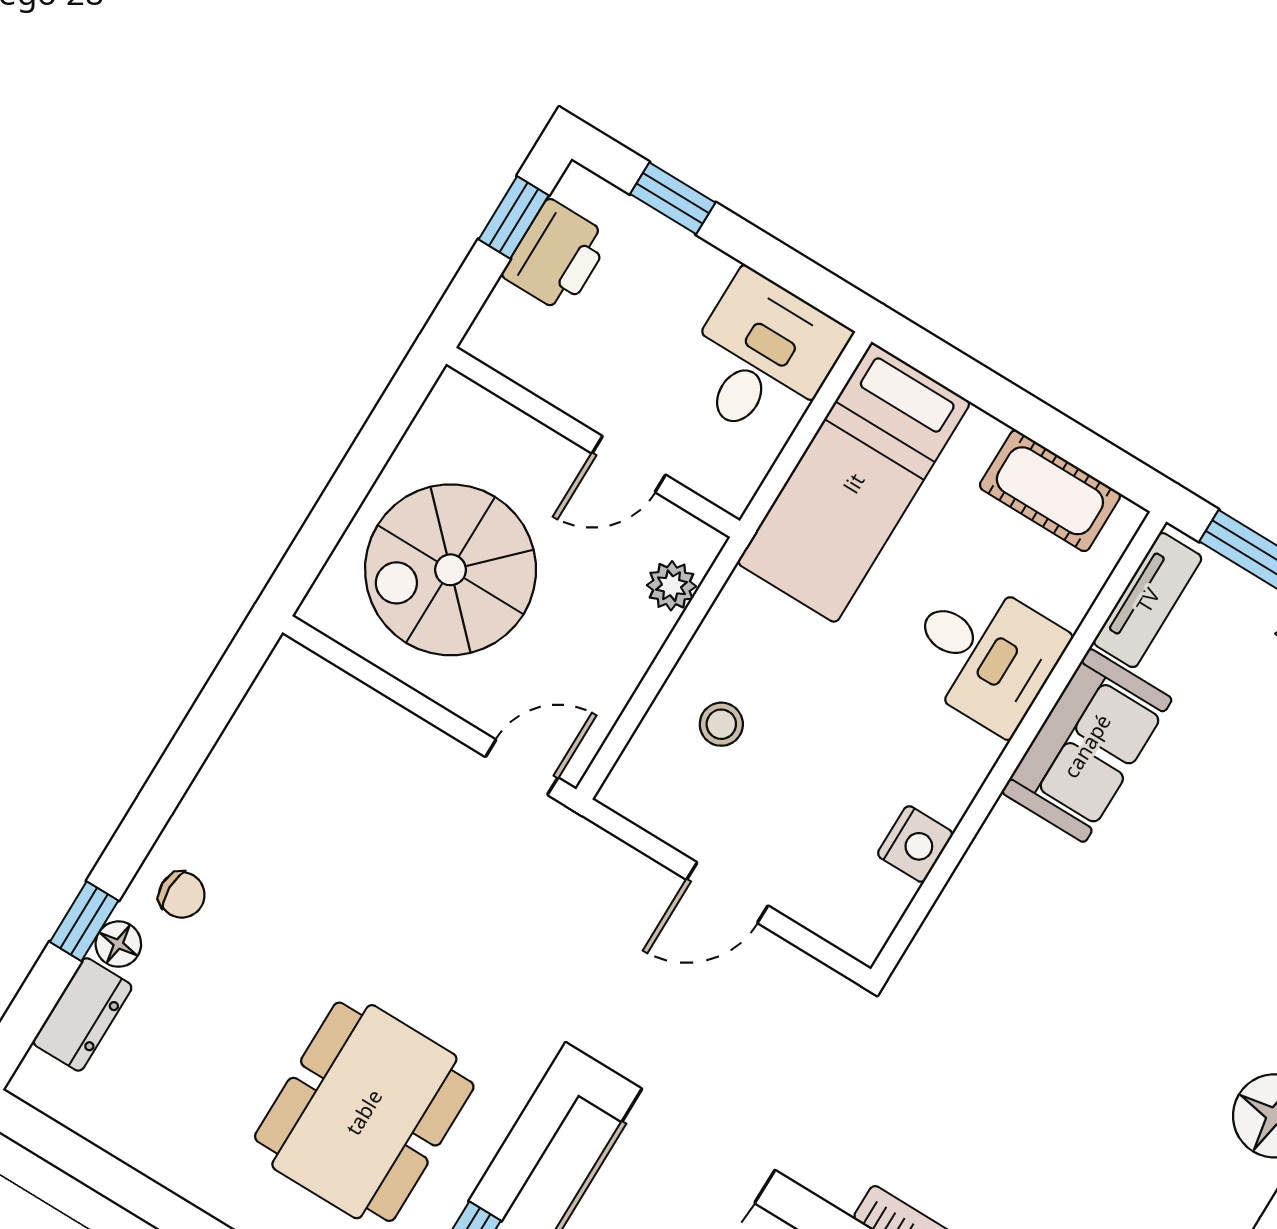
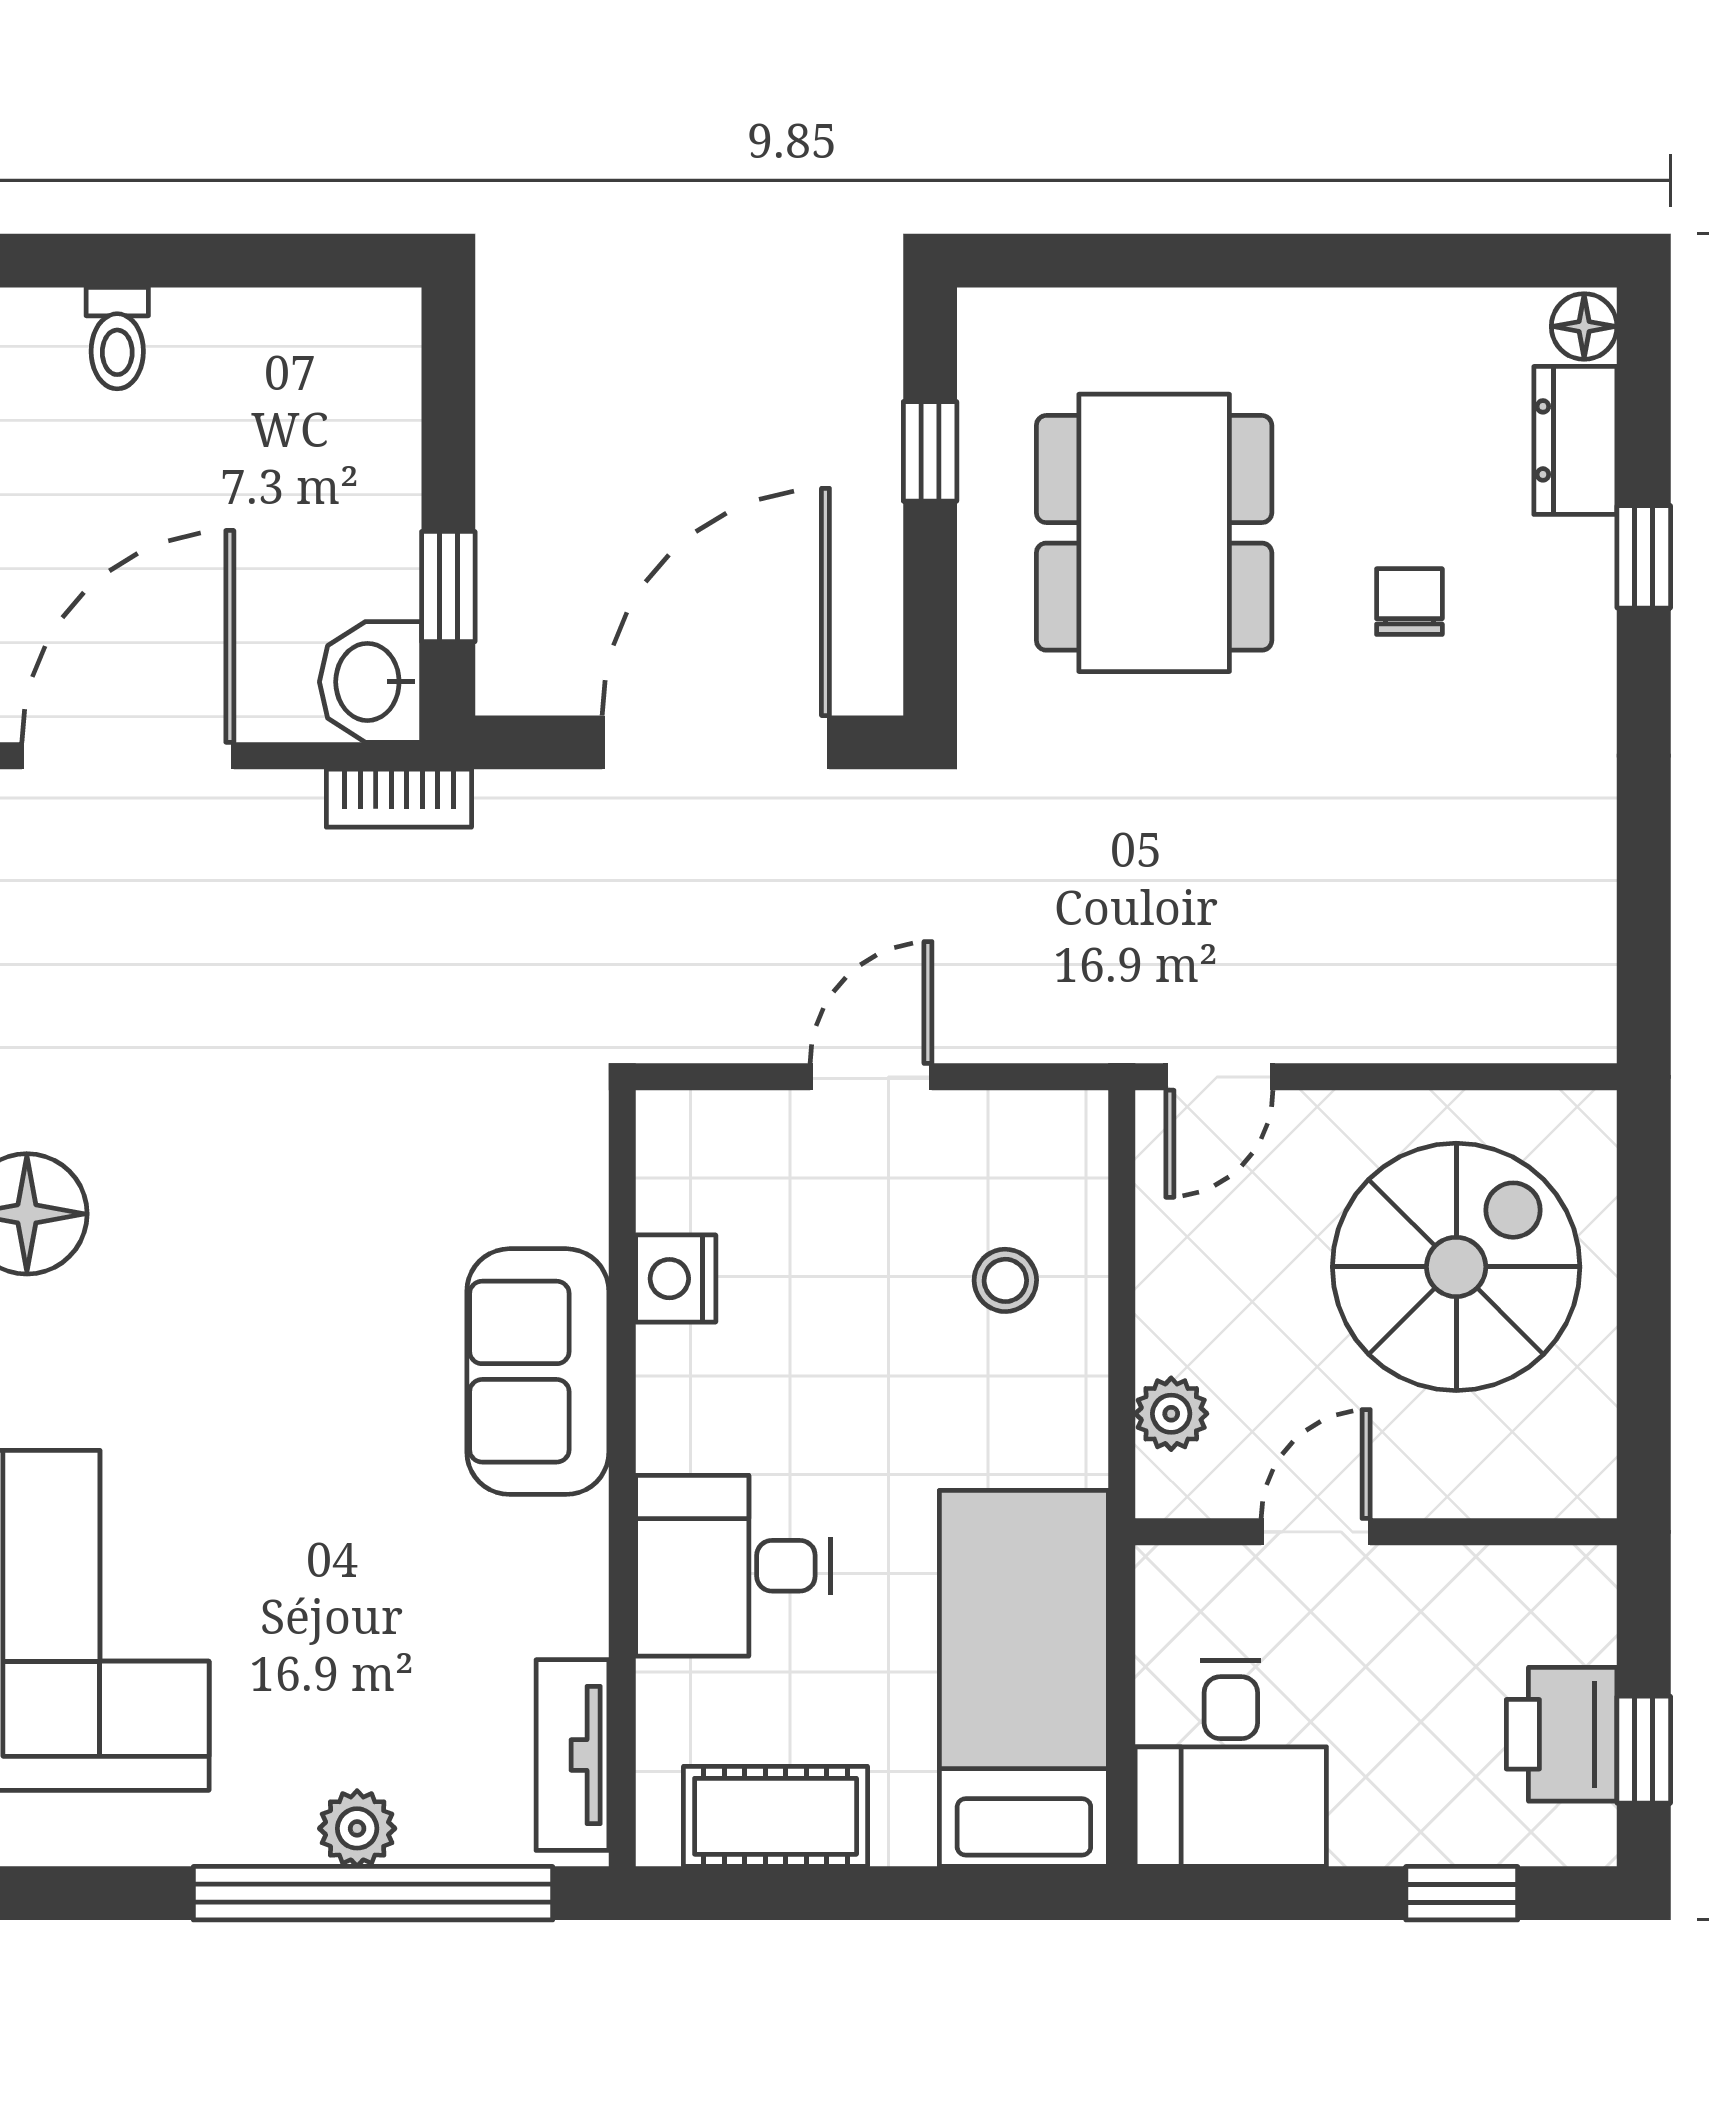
sofa: (1087, 746) -> (538, 1372), moved
chair: (182, 895) -> (1409, 602), moved, turned 90
floor lamp: (118, 944) -> (1584, 326), moved

